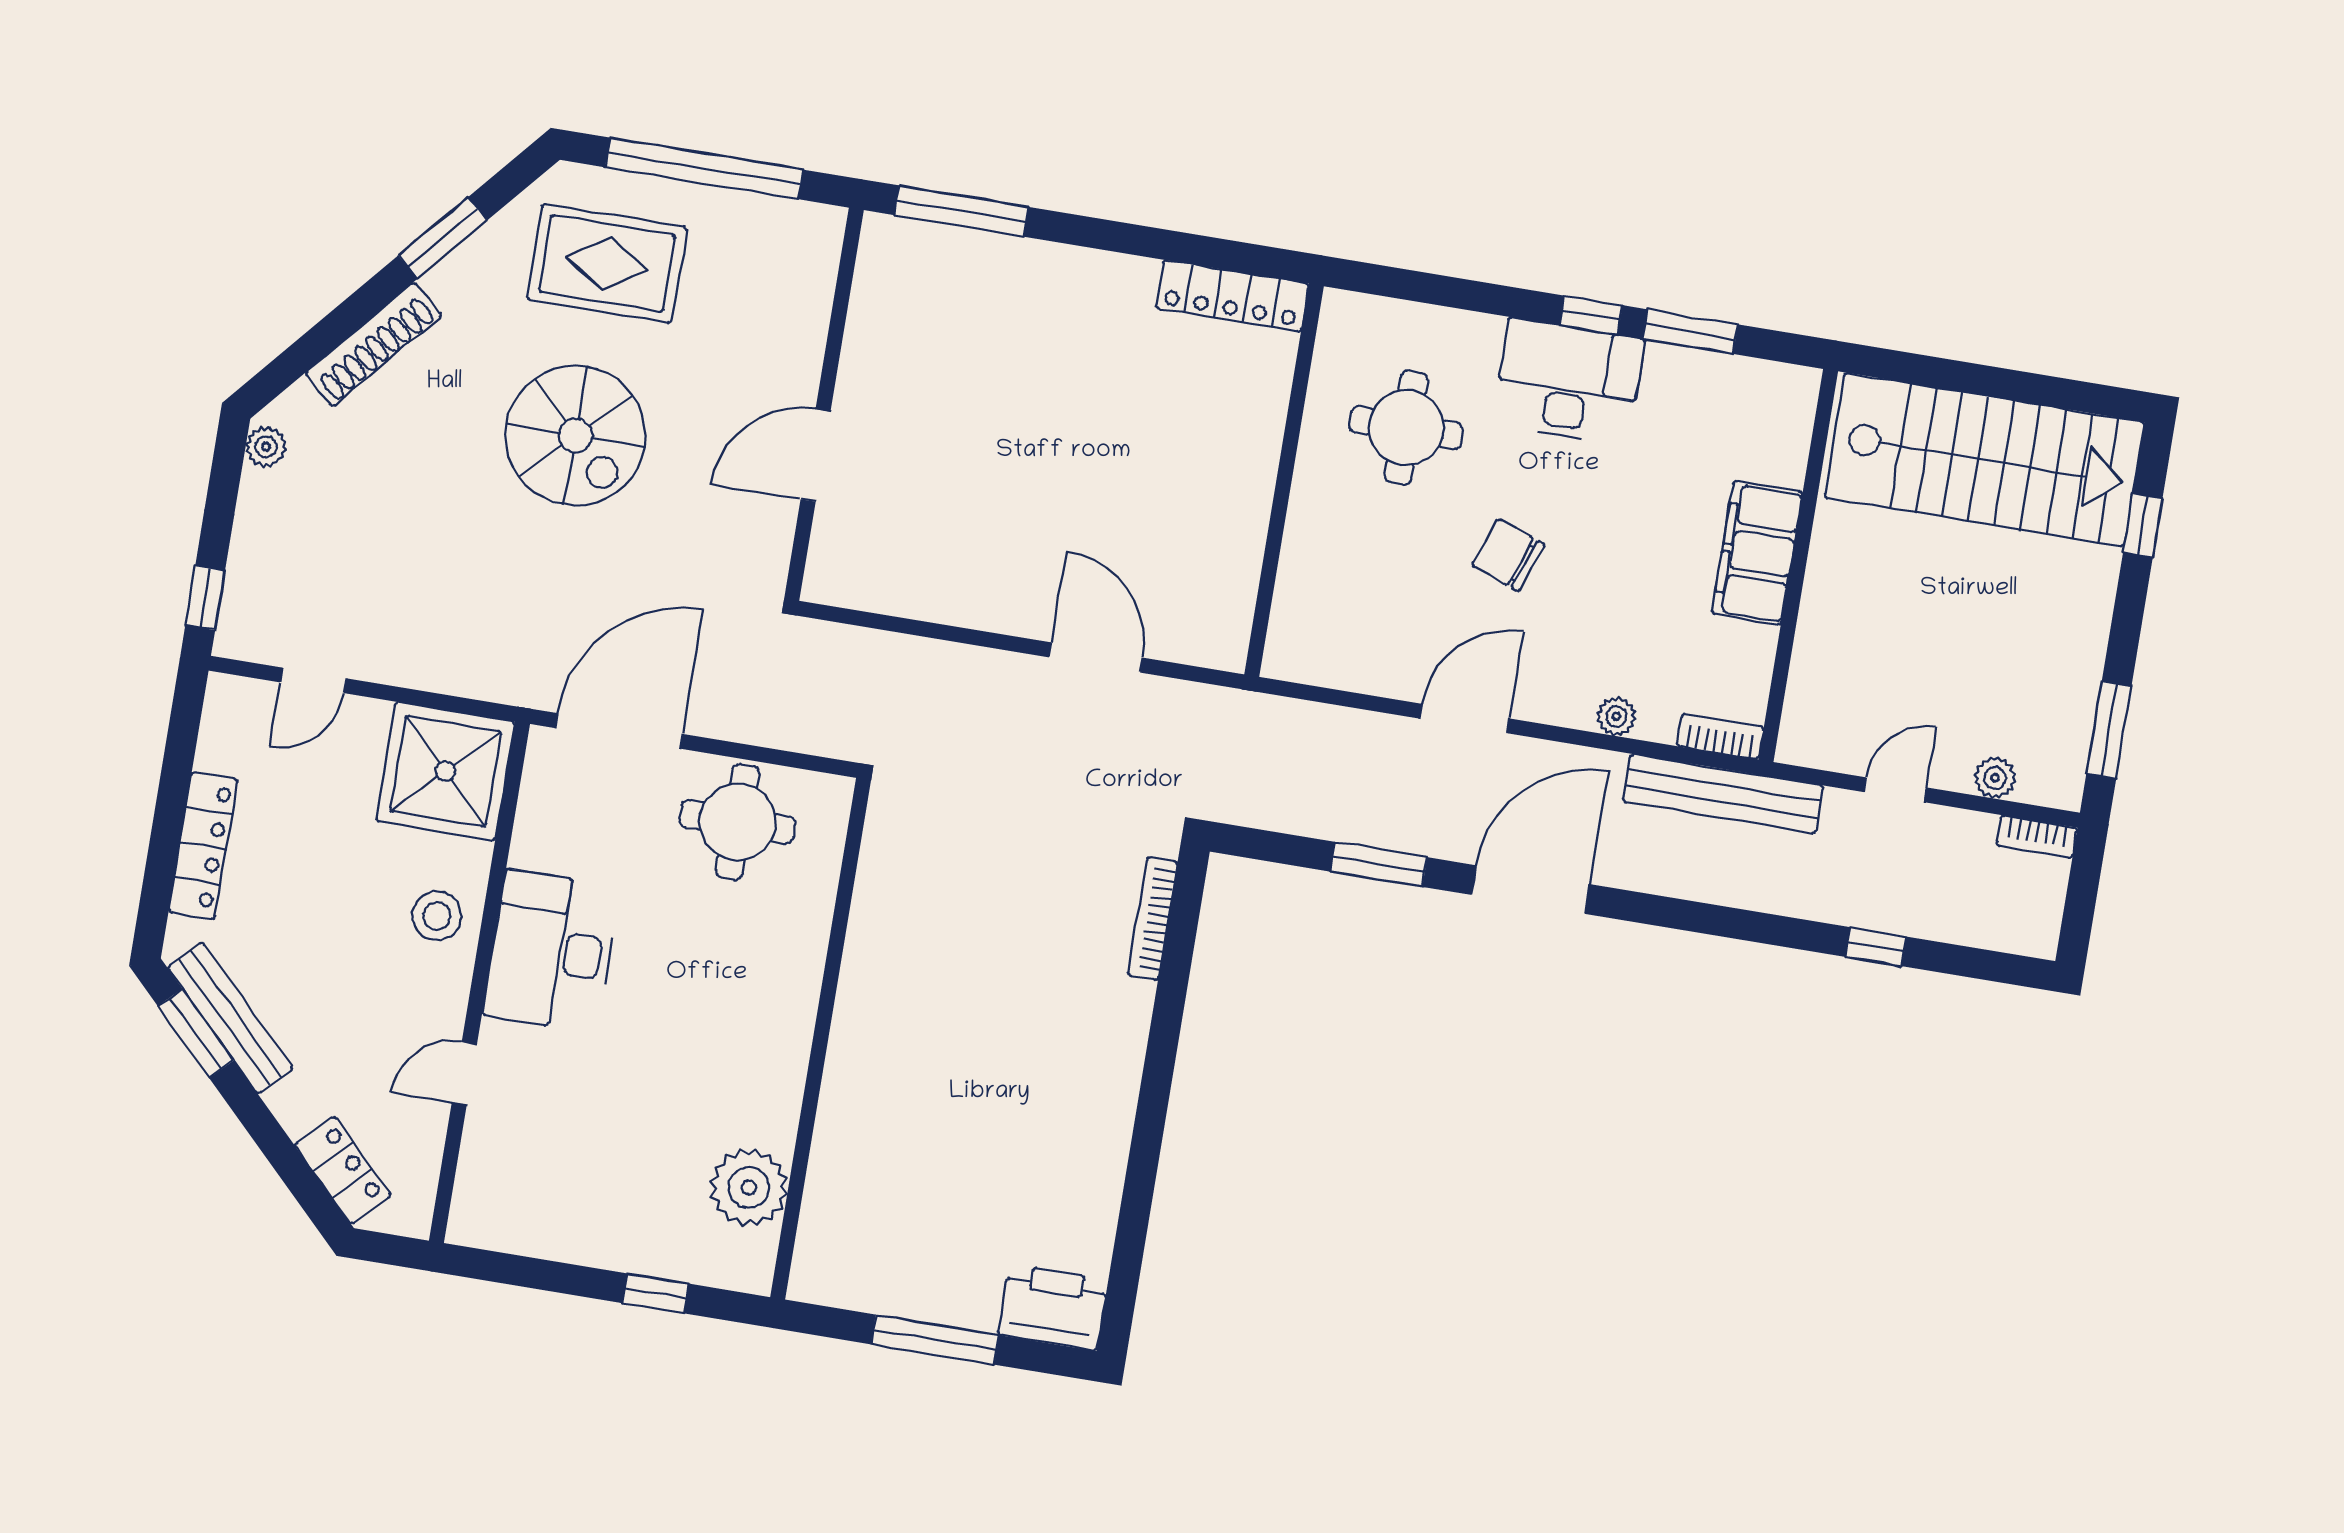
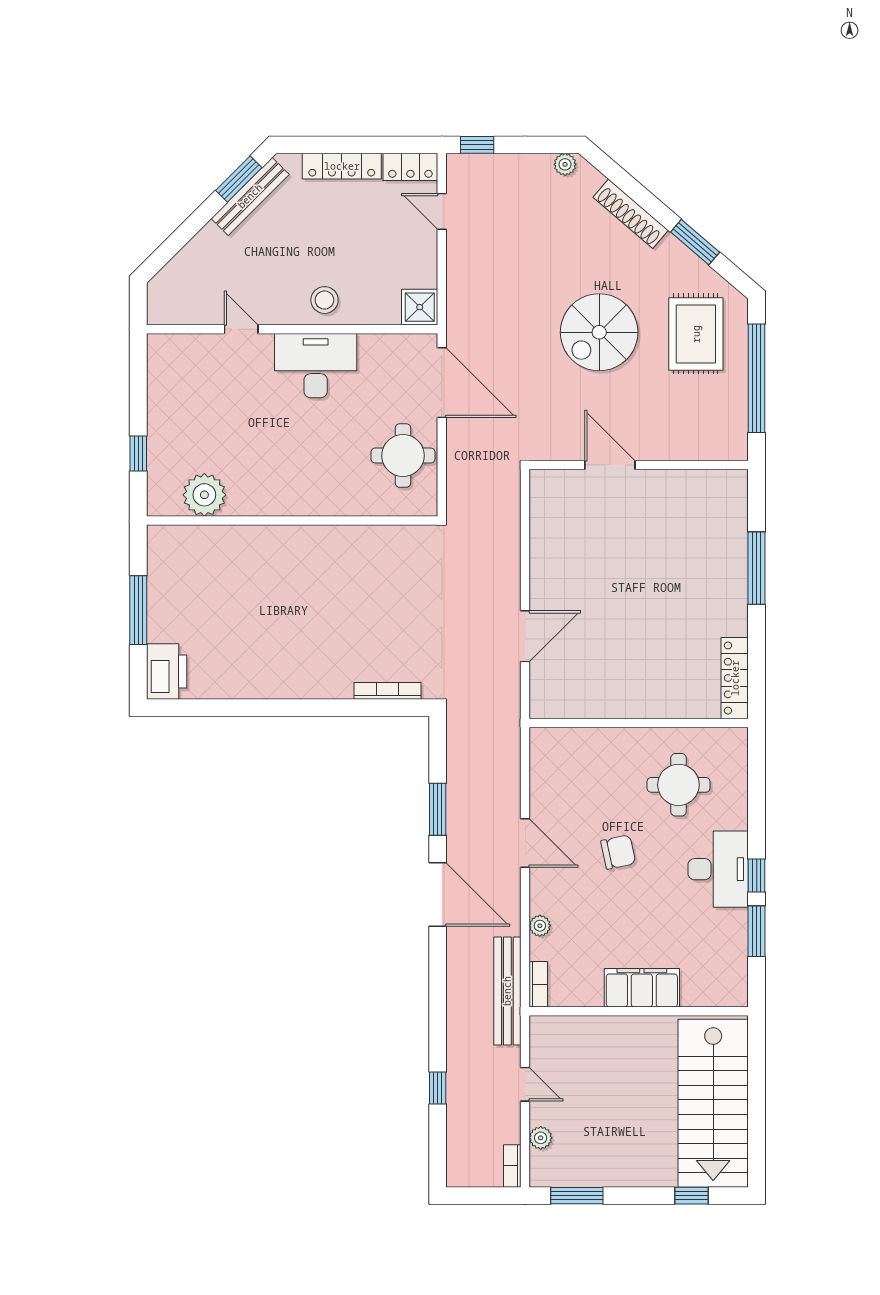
window: (961, 211) -> (757, 568), moved
chair: (1508, 555) -> (618, 852), turned 58
shower: (445, 771) -> (420, 307), width x0.54, depth x0.54
locker: (343, 1170) -> (410, 167), moved, turned 45

